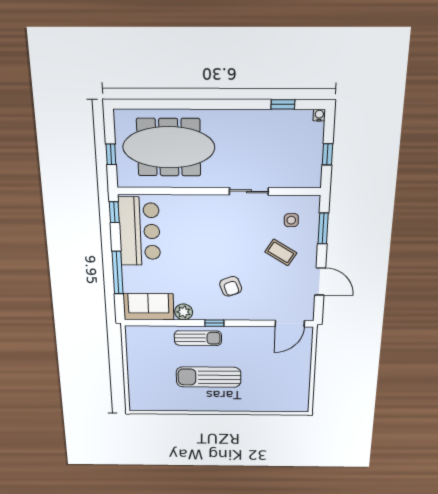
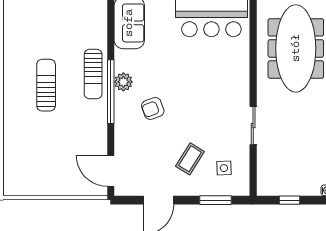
plant: (184, 312) -> (123, 82), moved
window: (214, 323) -> (111, 92), width x3.17
sun lounger: (209, 377) -> (46, 85), width x0.73, depth x0.75

